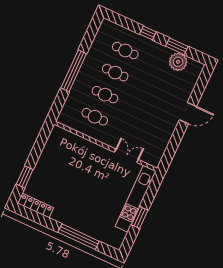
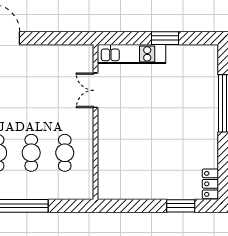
kitchen unit: (136, 199) -> (132, 54), width x0.73
locker: (36, 205) -> (210, 184), width x0.66

